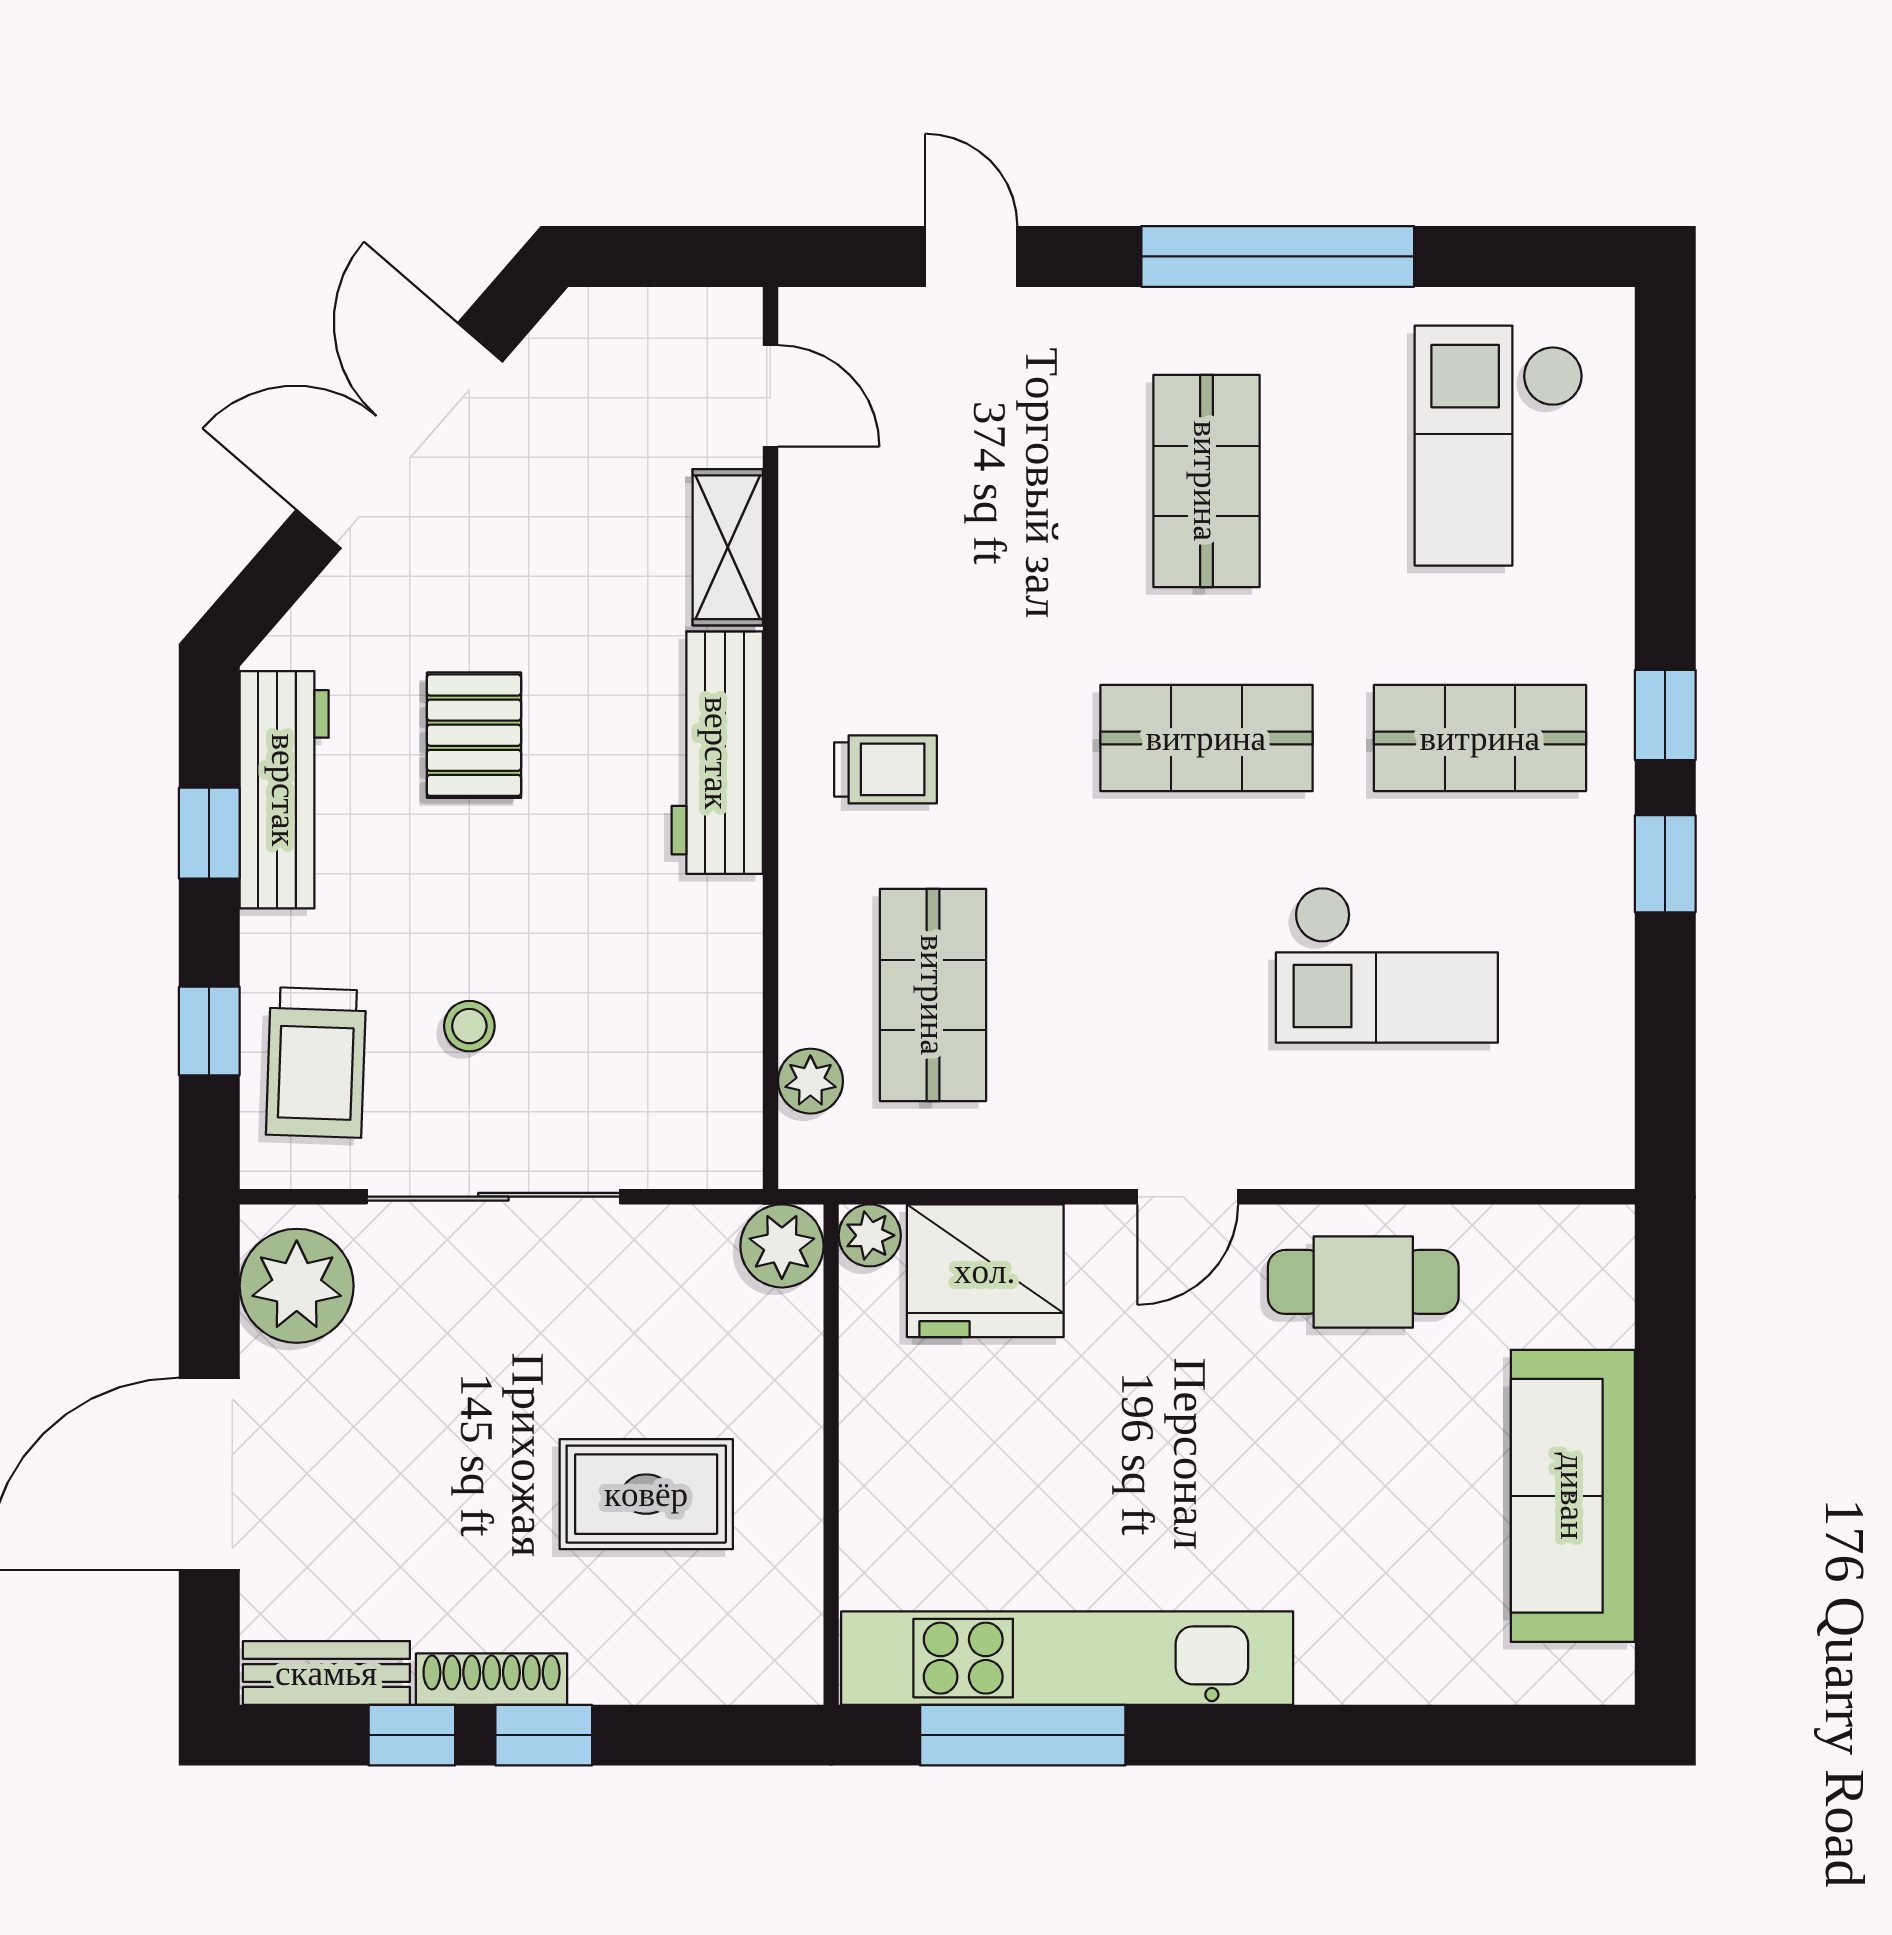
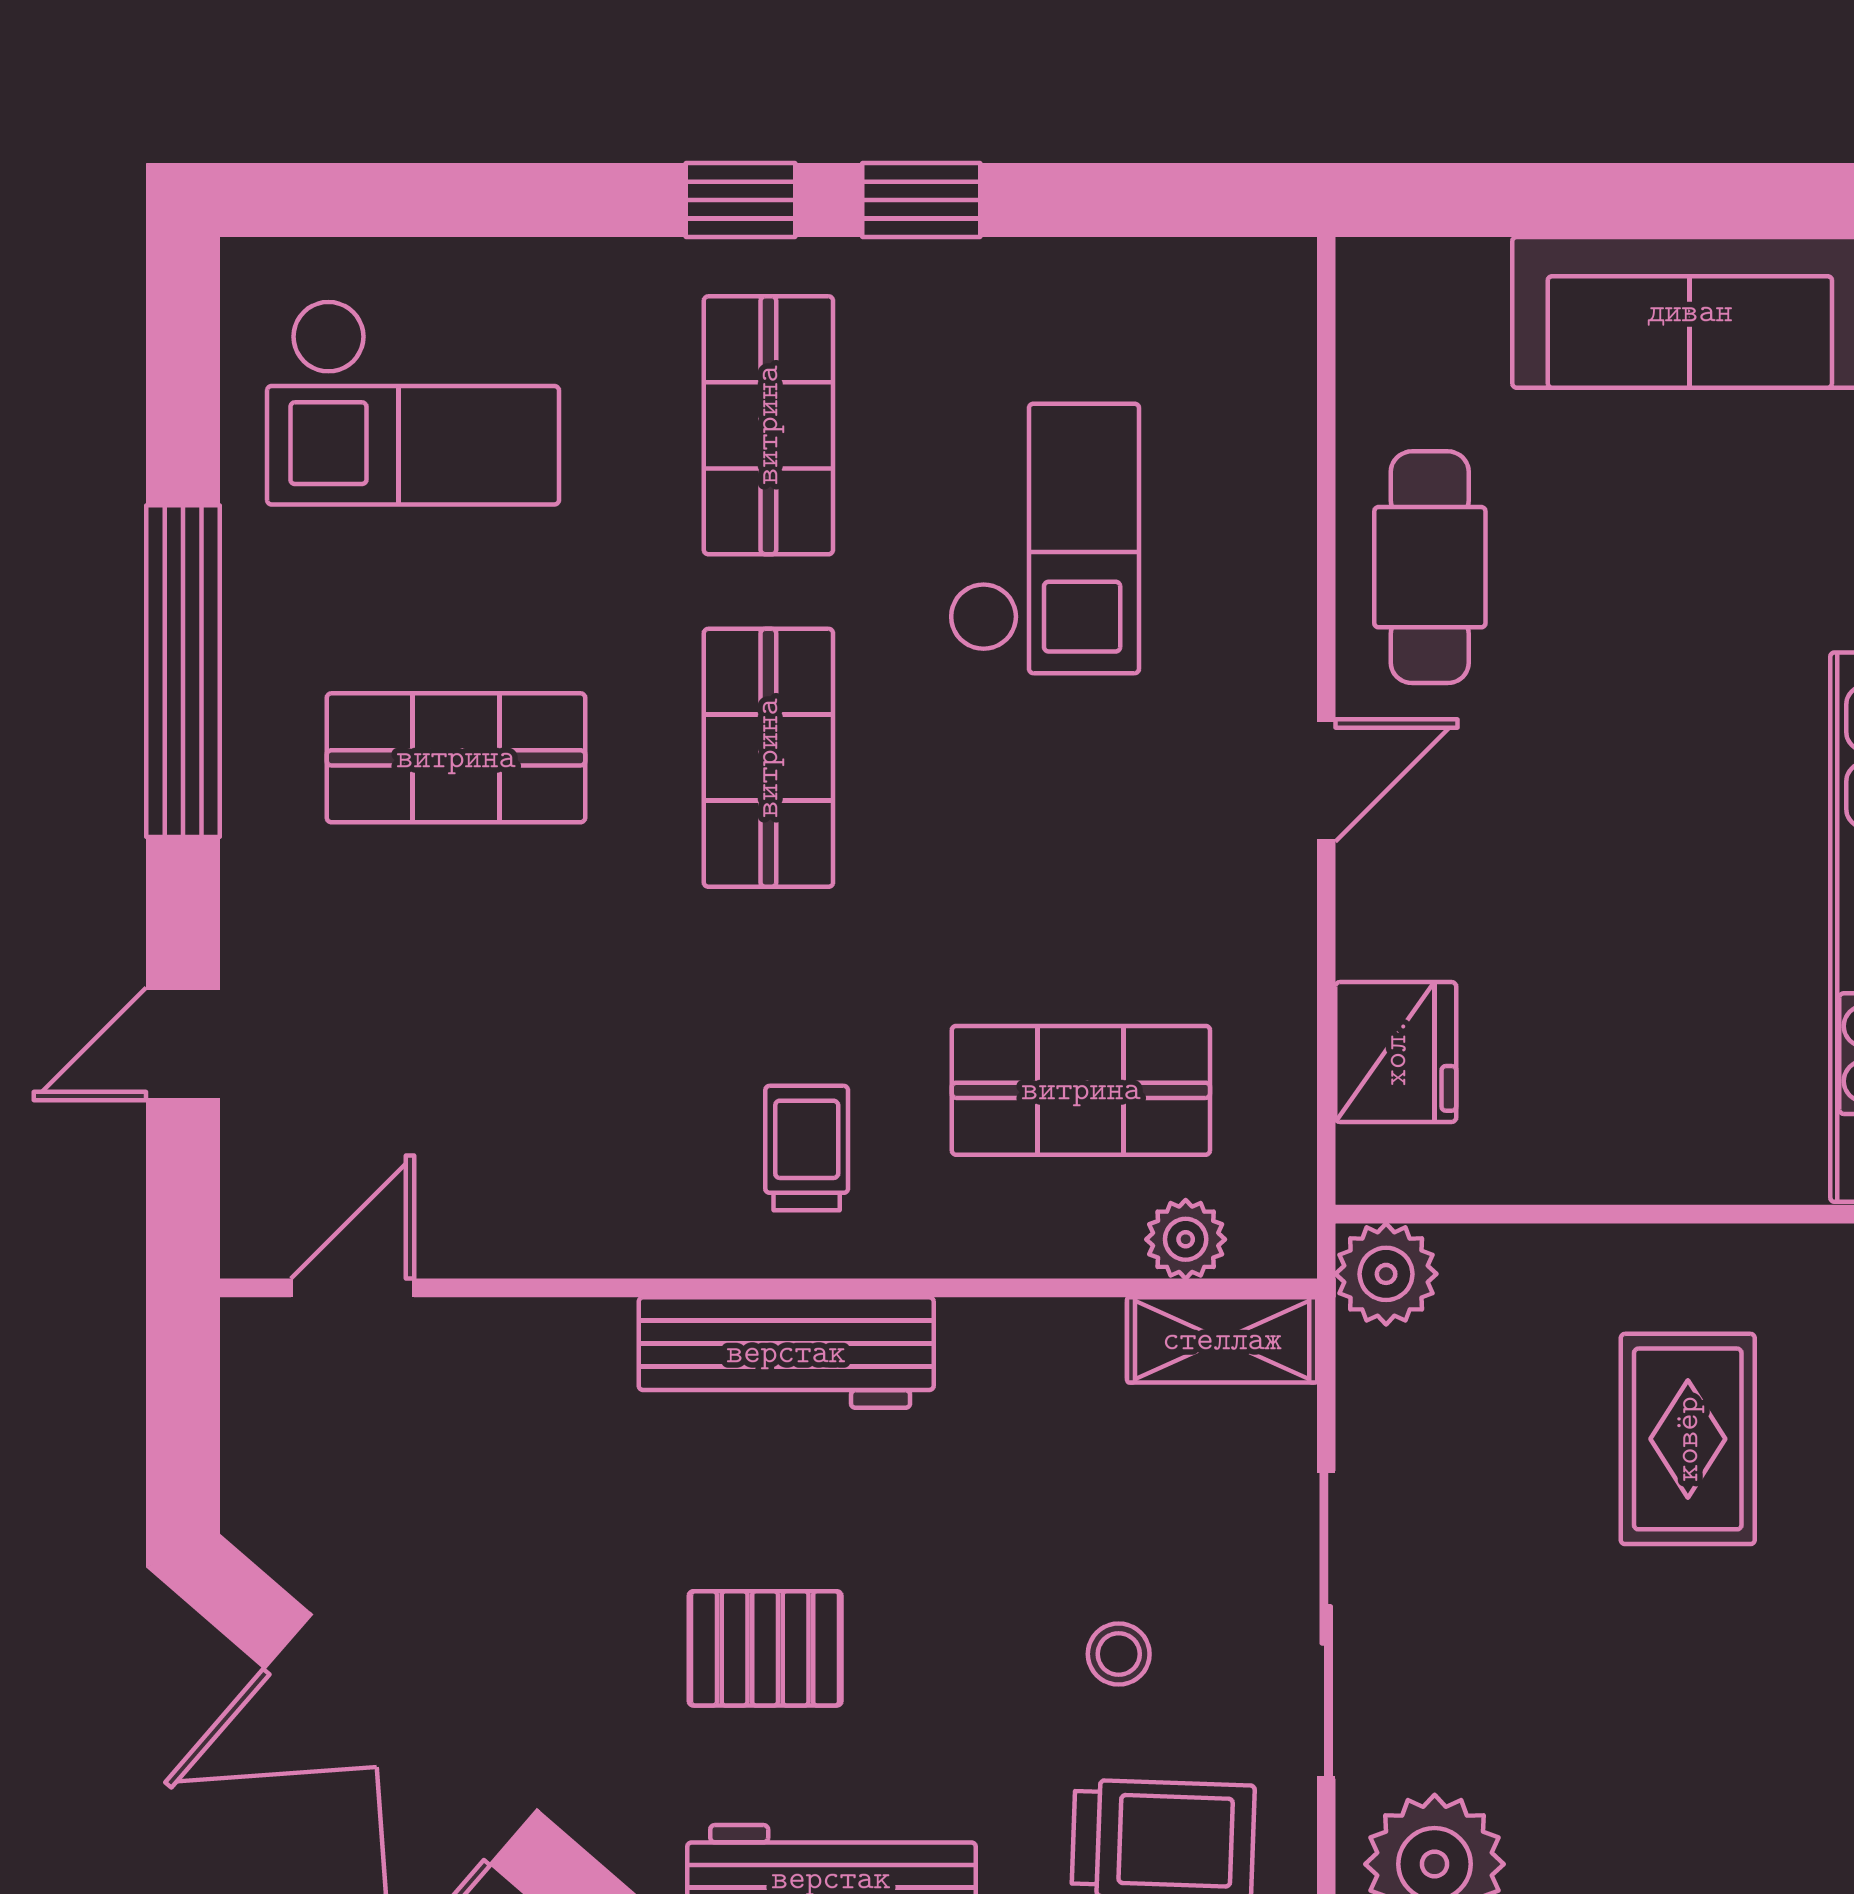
shelving: (728, 547) -> (1222, 1340), moved
door: (1188, 1197) -> (1326, 781), hinge flipped
plant: (870, 1235) -> (1373, 1167), removed
fridge: (985, 1271) -> (1396, 1052), width x0.73, depth x0.75

